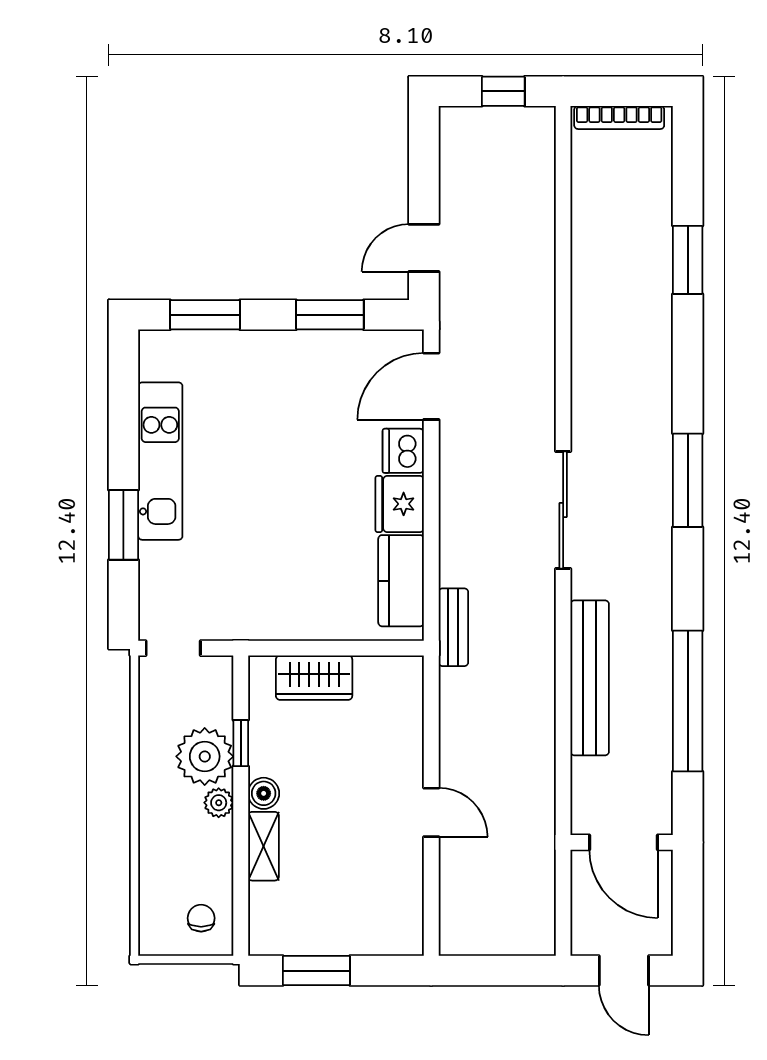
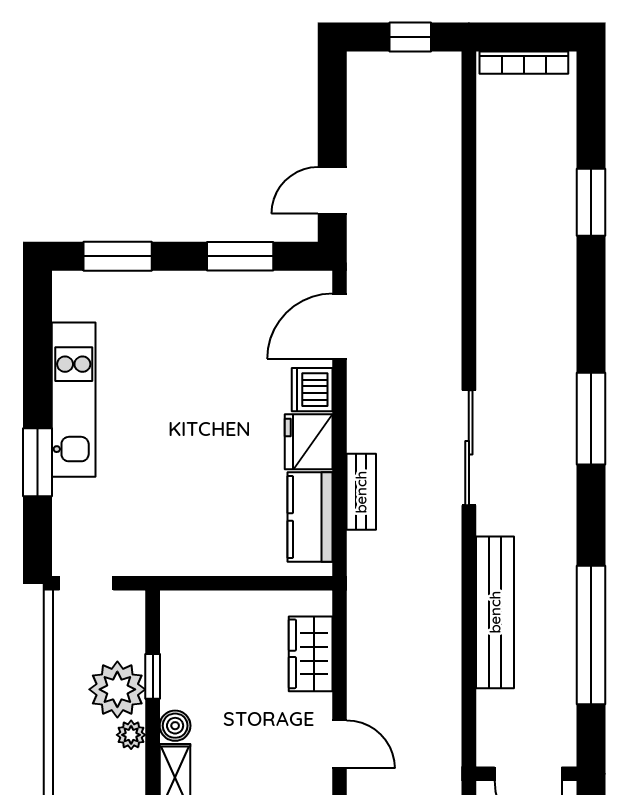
bench: (453, 627) -> (361, 492), moved
wardrobe: (314, 678) -> (311, 654), moved, turned 90

